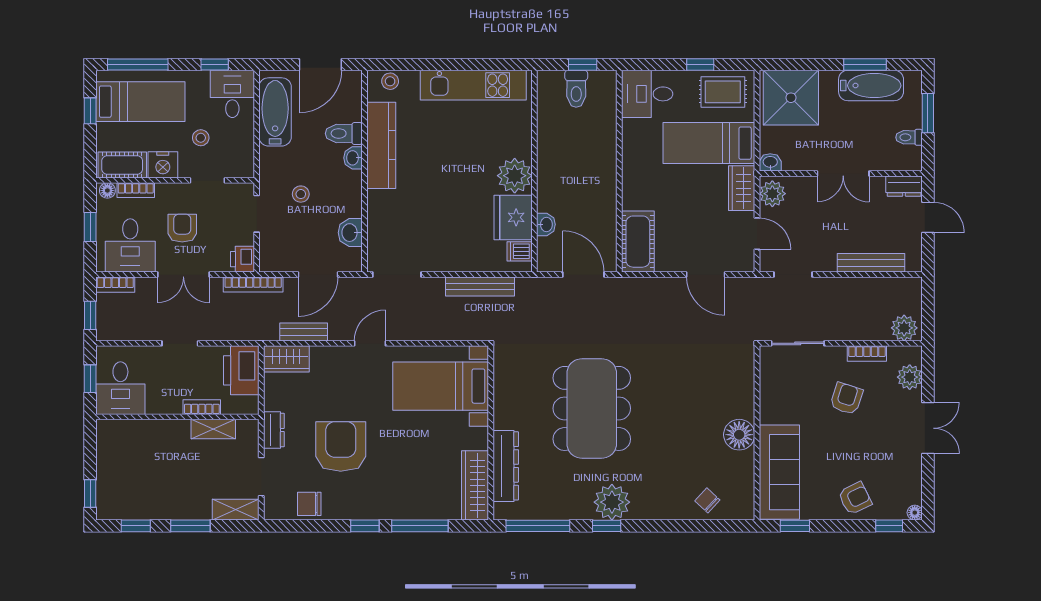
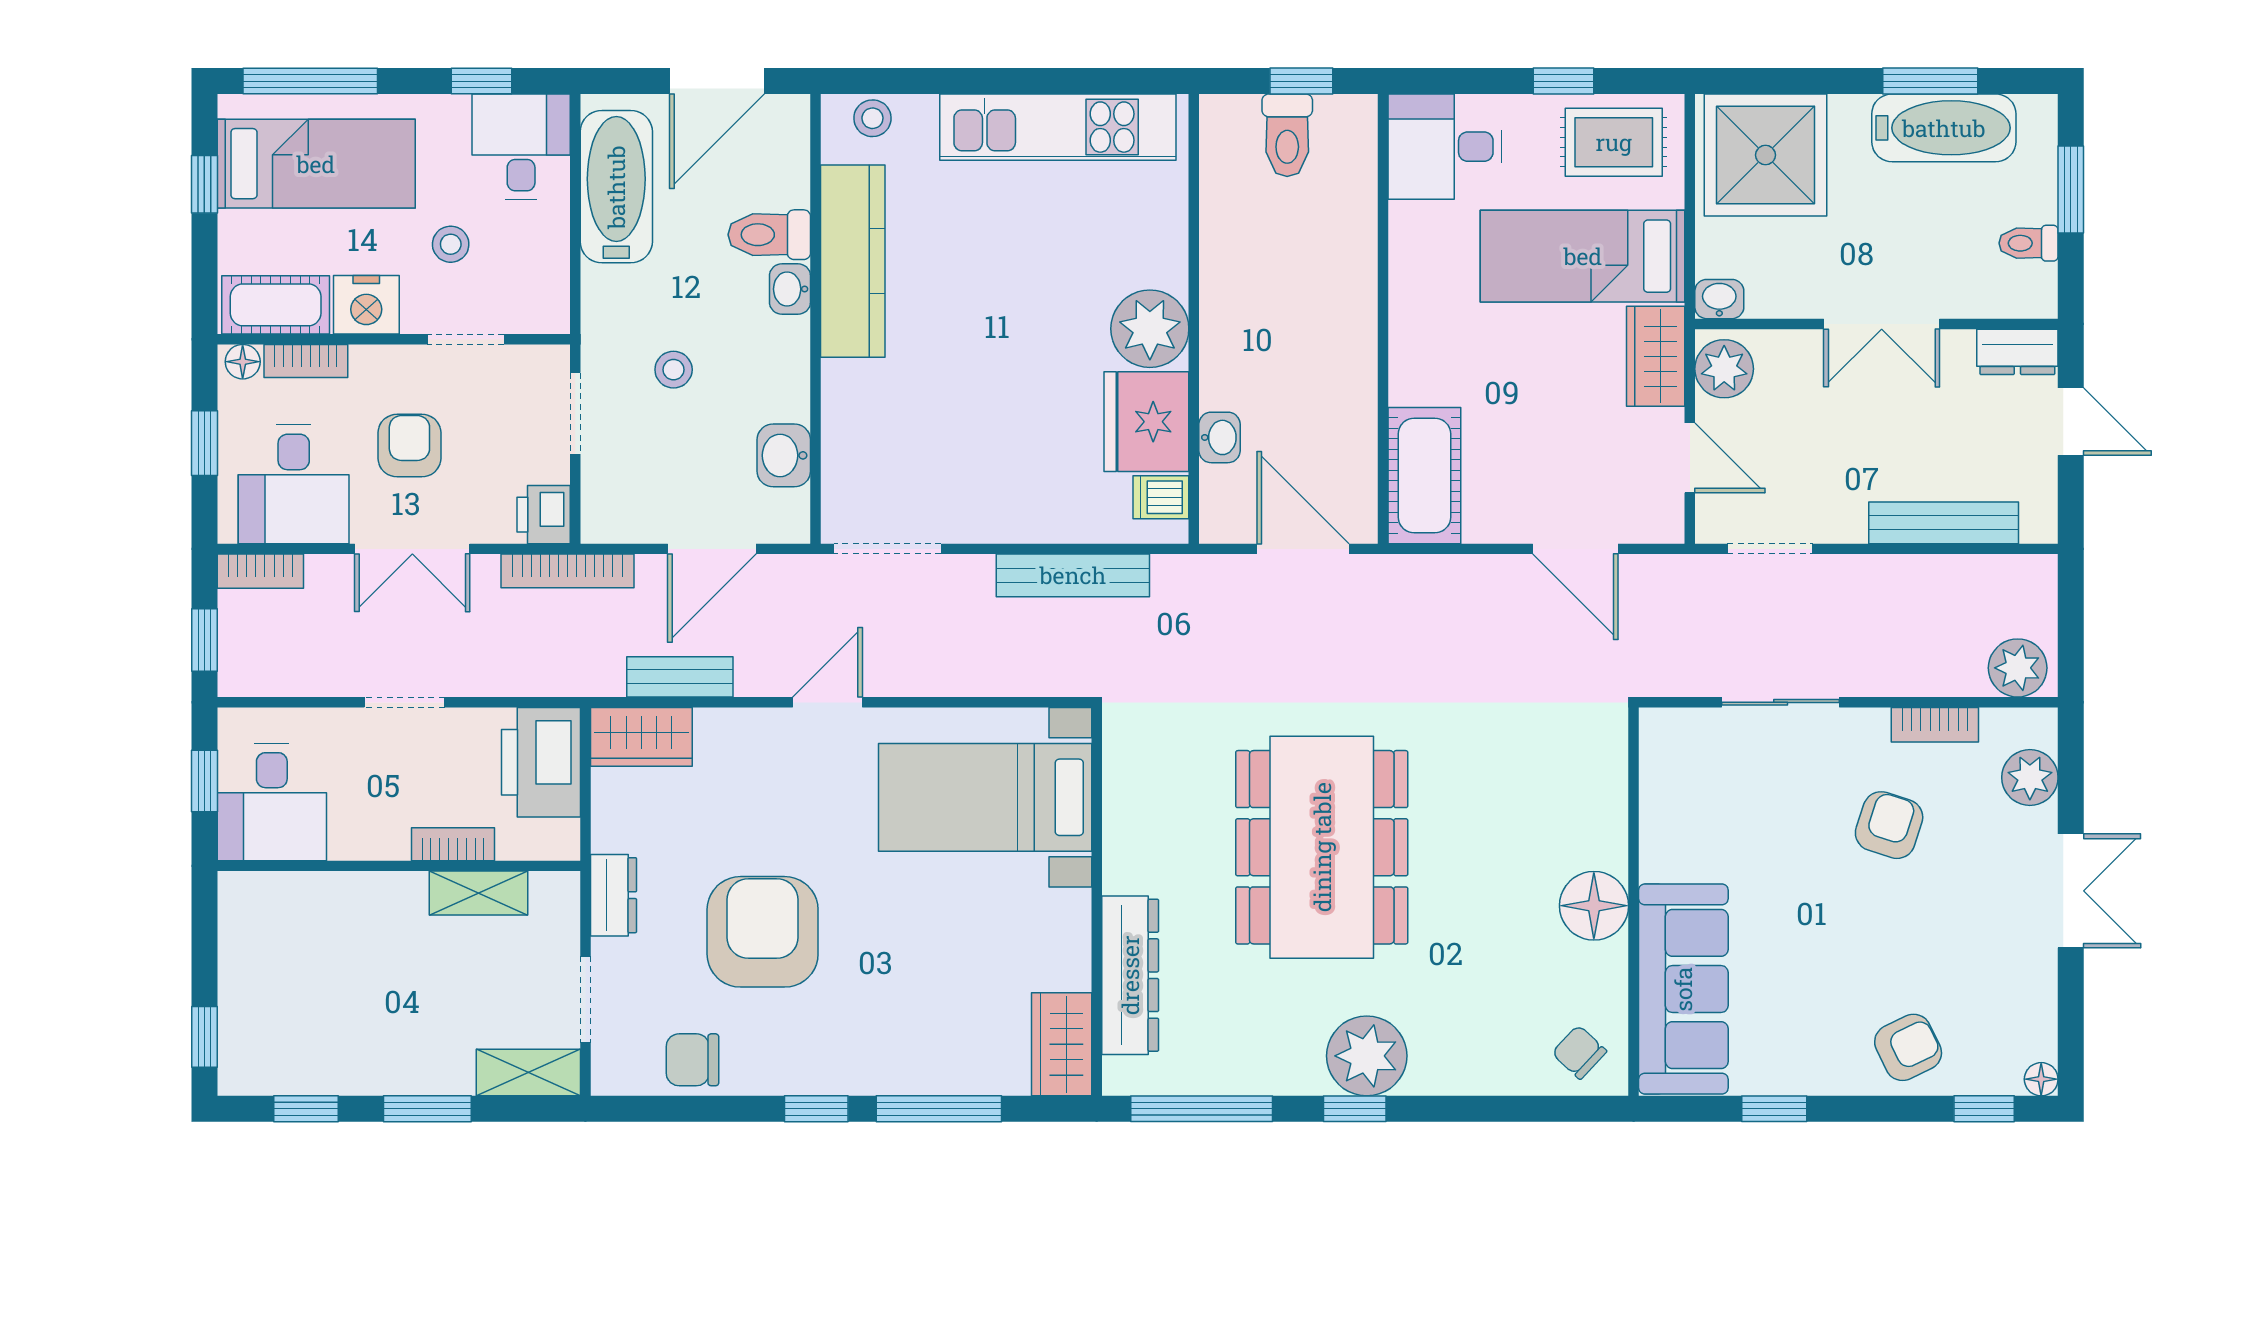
wall: (757, 433) -> (1634, 902), moved
floor lamp: (739, 435) -> (1594, 906), moved
sofa: (779, 472) -> (1683, 989), moved
wardrobe: (475, 485) -> (1062, 1044), width x0.67

